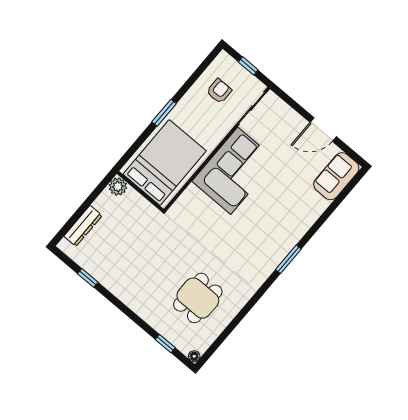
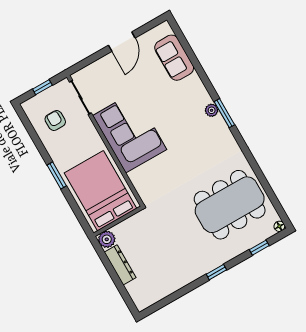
sofa: (336, 176) -> (174, 58), moved
dresser: (83, 226) -> (120, 265), moved
plant: (287, 245) -> (212, 110), added
window: (88, 278) -> (216, 272), moved
dining table: (198, 298) -> (230, 205), width x1.88, depth x1.24

